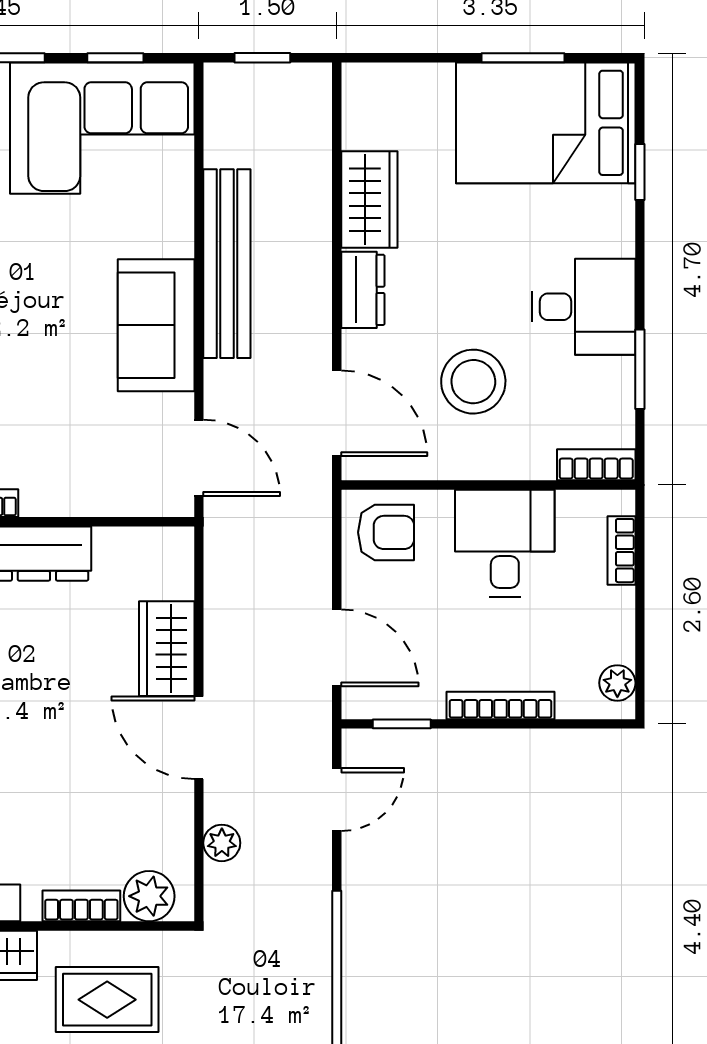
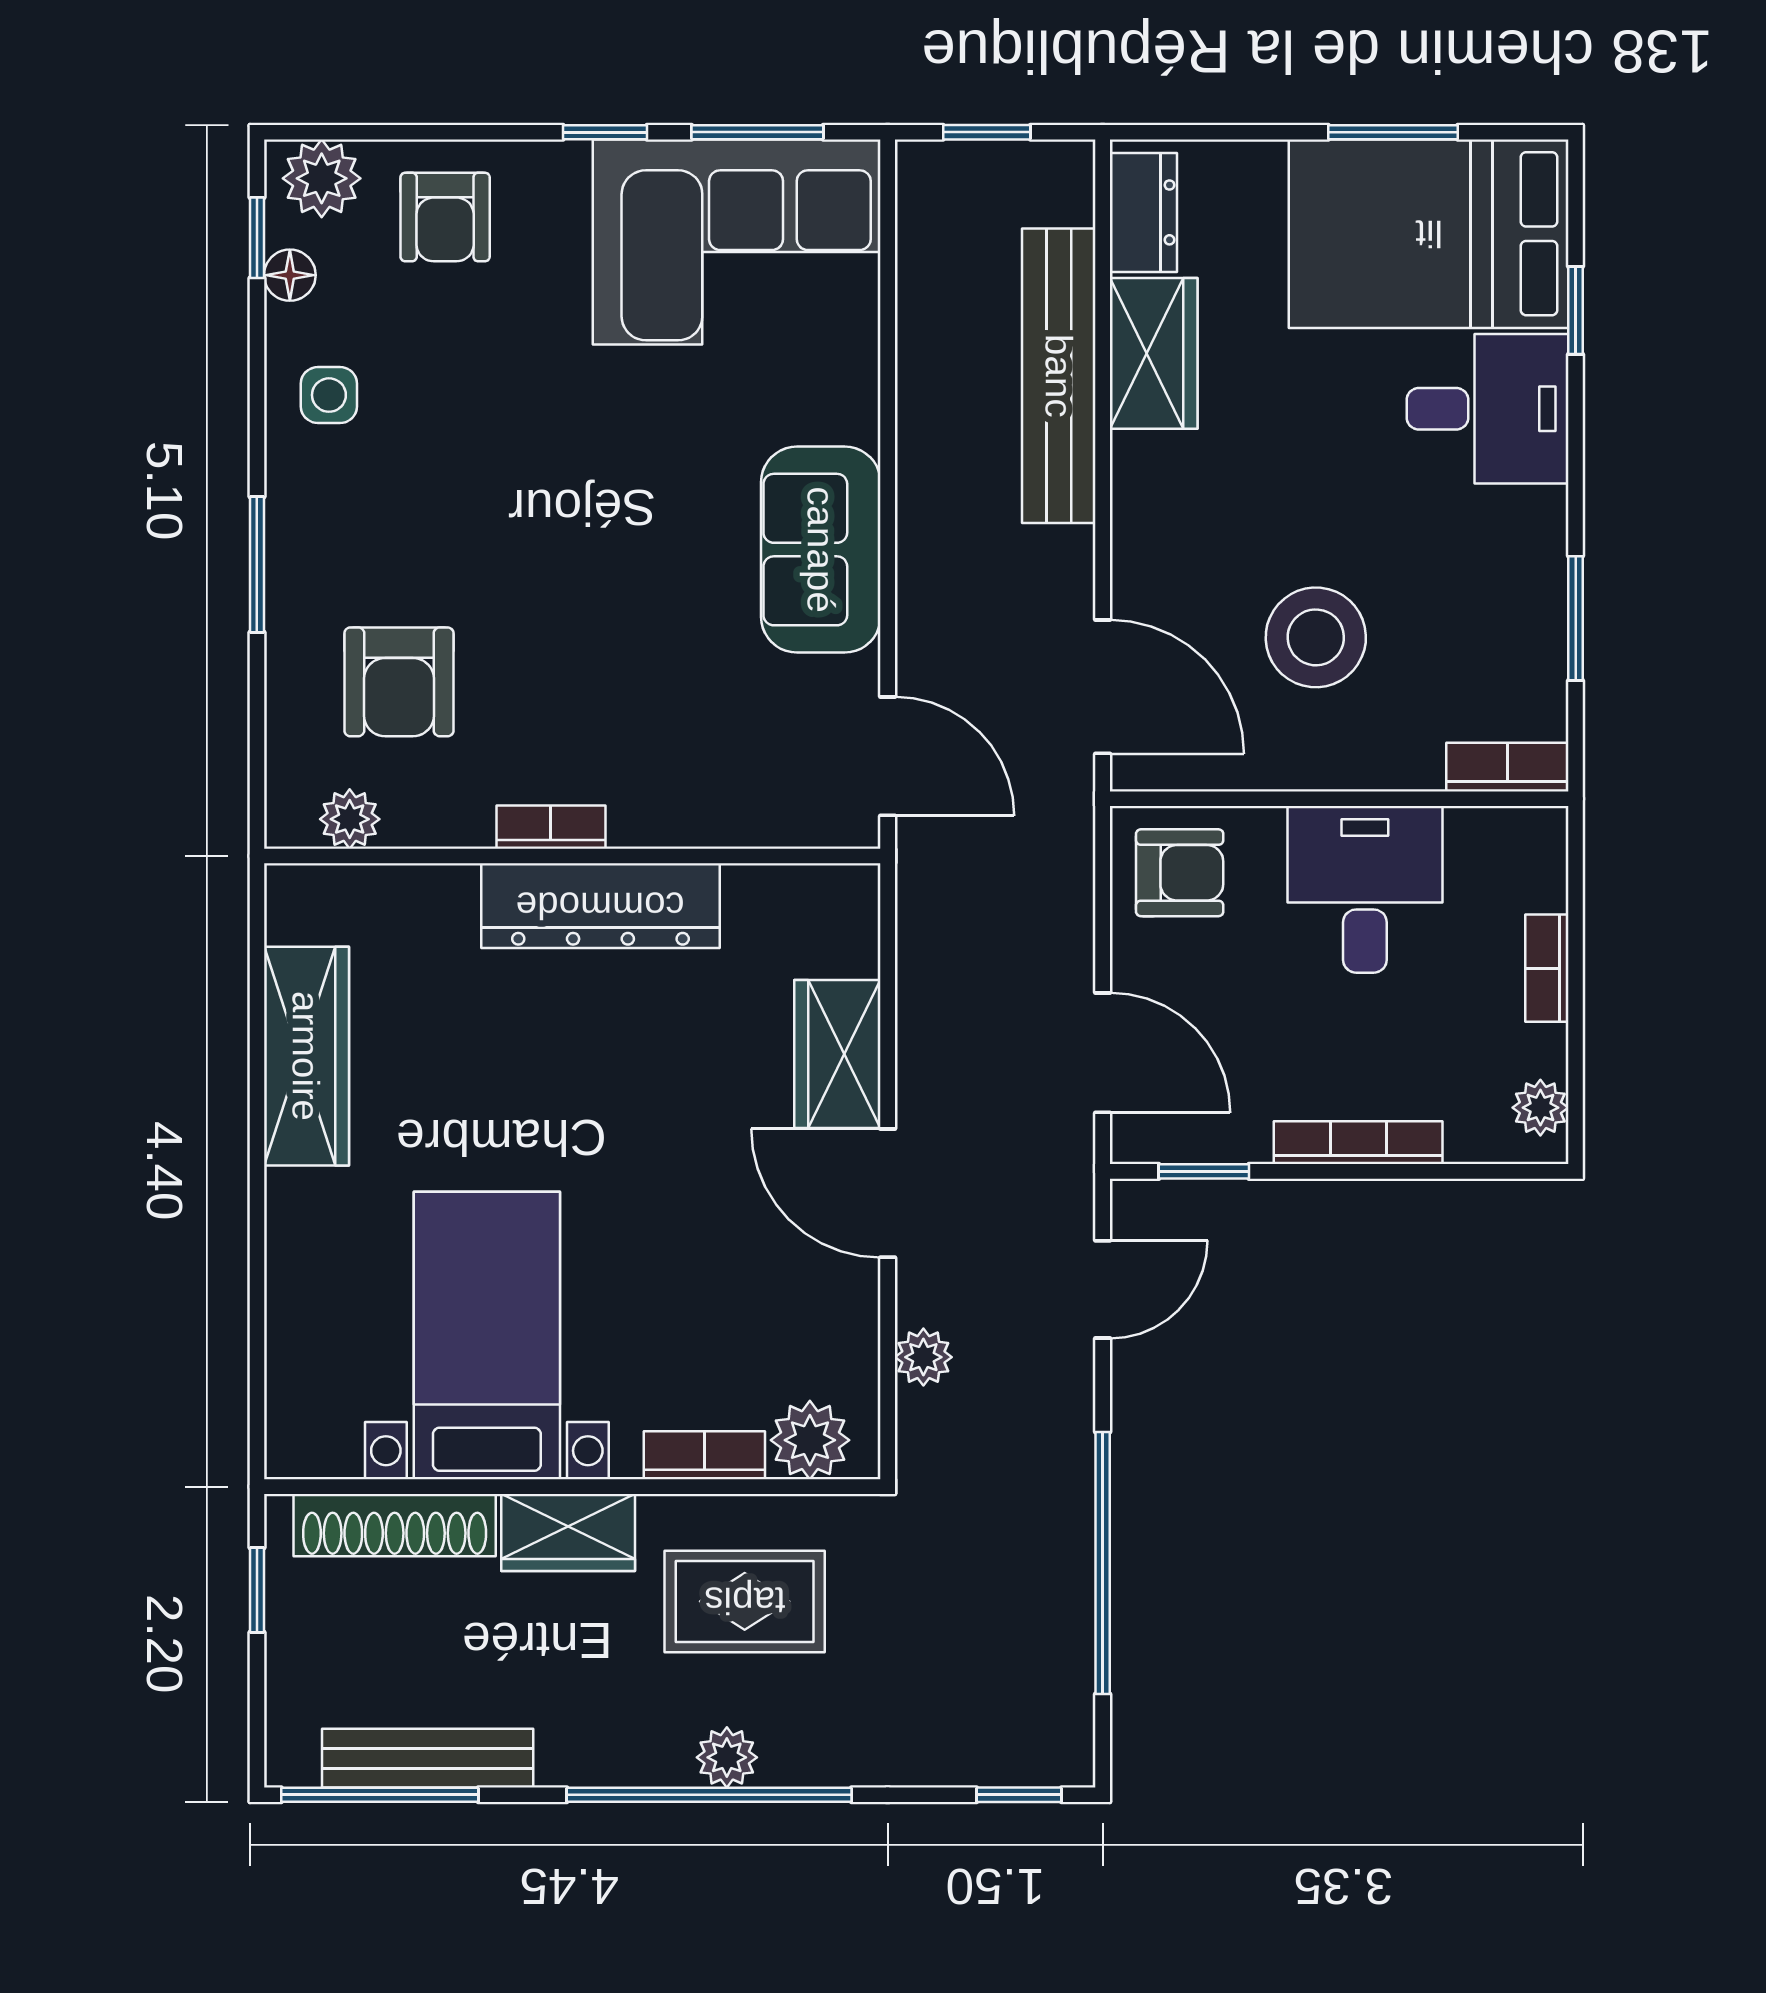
window: (115, 58) -> (757, 132), width x1.50
bench: (227, 264) -> (1059, 376), moved
dresser: (363, 290) -> (1143, 212), moved
desk: (583, 307) -> (1488, 409), moved
bookcase: (622, 551) -> (1547, 968), moved

